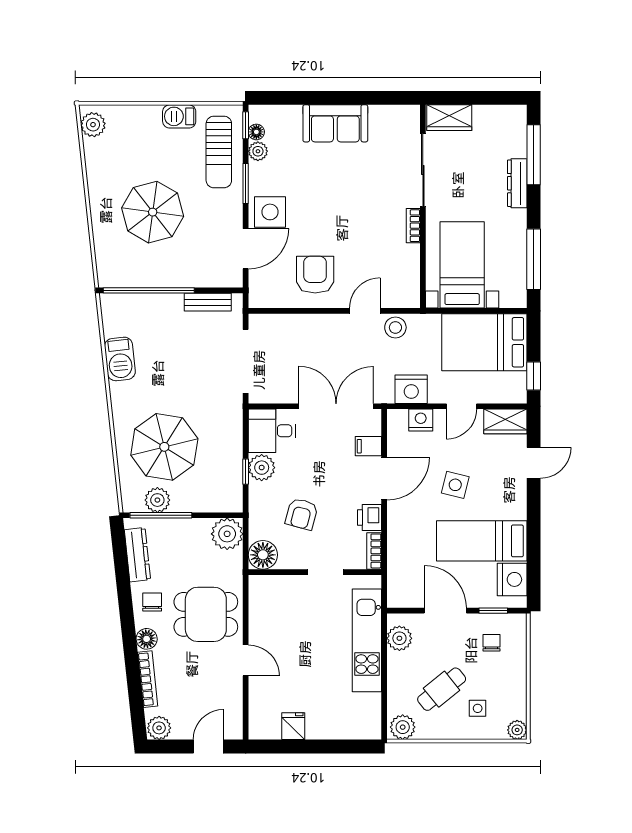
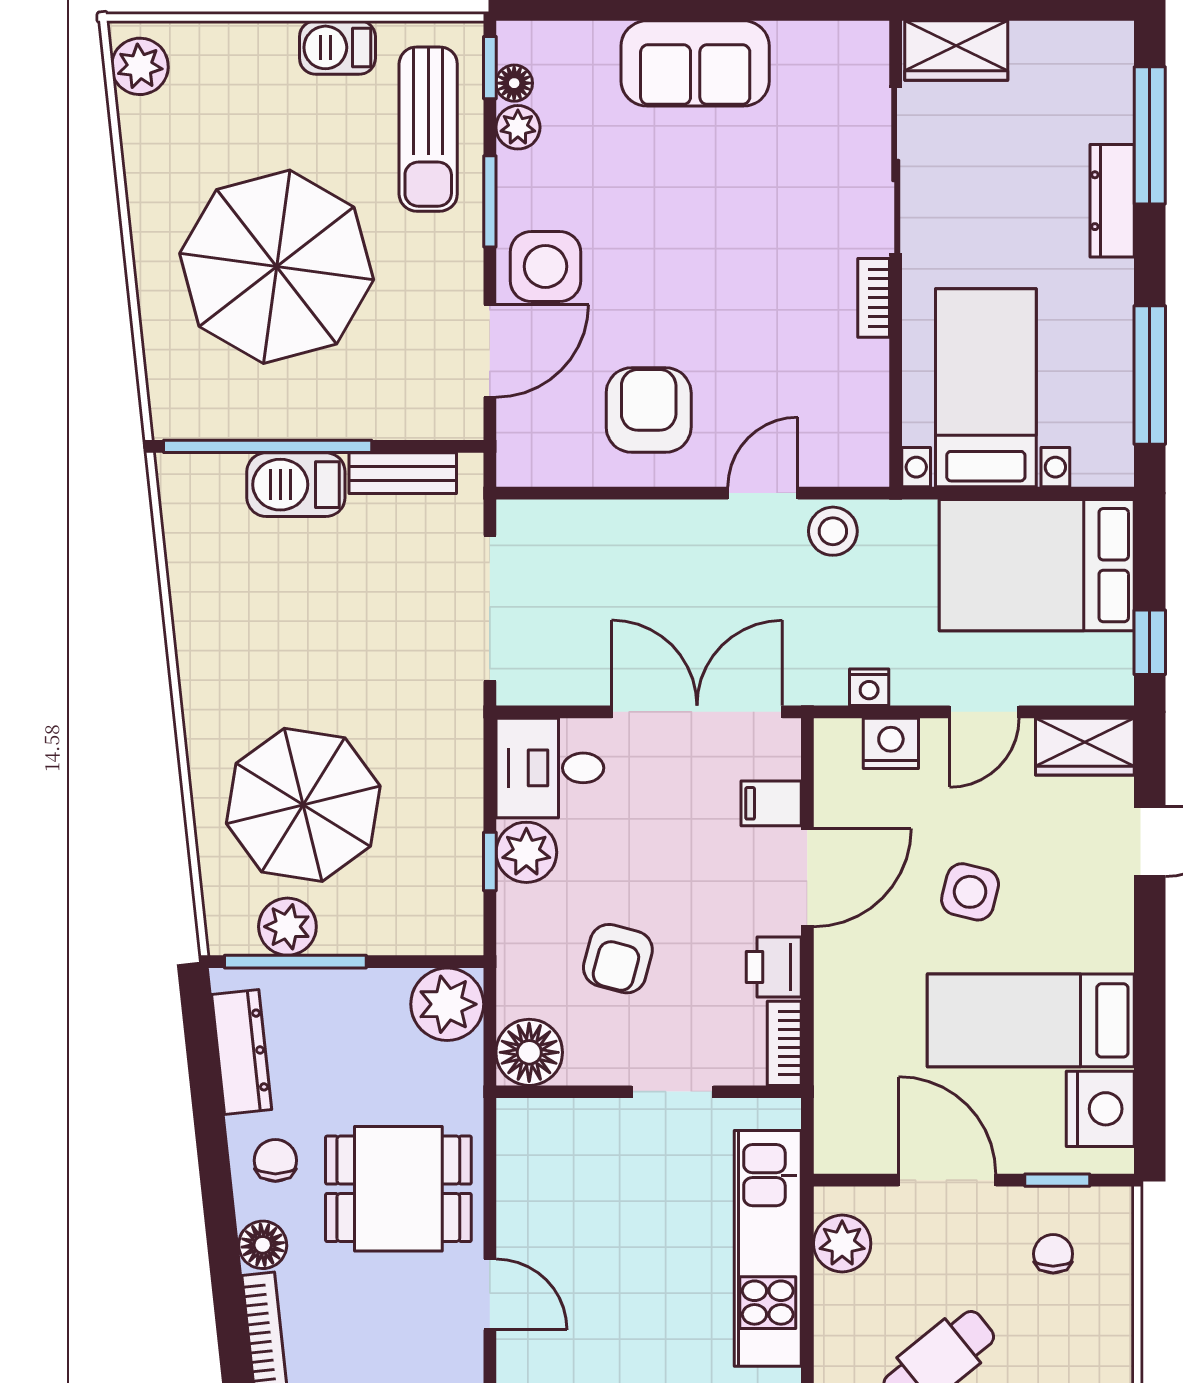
parasol: (153, 212) -> (277, 267), width x1.36, depth x1.36
barbecue: (120, 359) -> (296, 485), moved, turned 96
nightstand: (411, 389) -> (869, 687), width x0.53, depth x0.56

